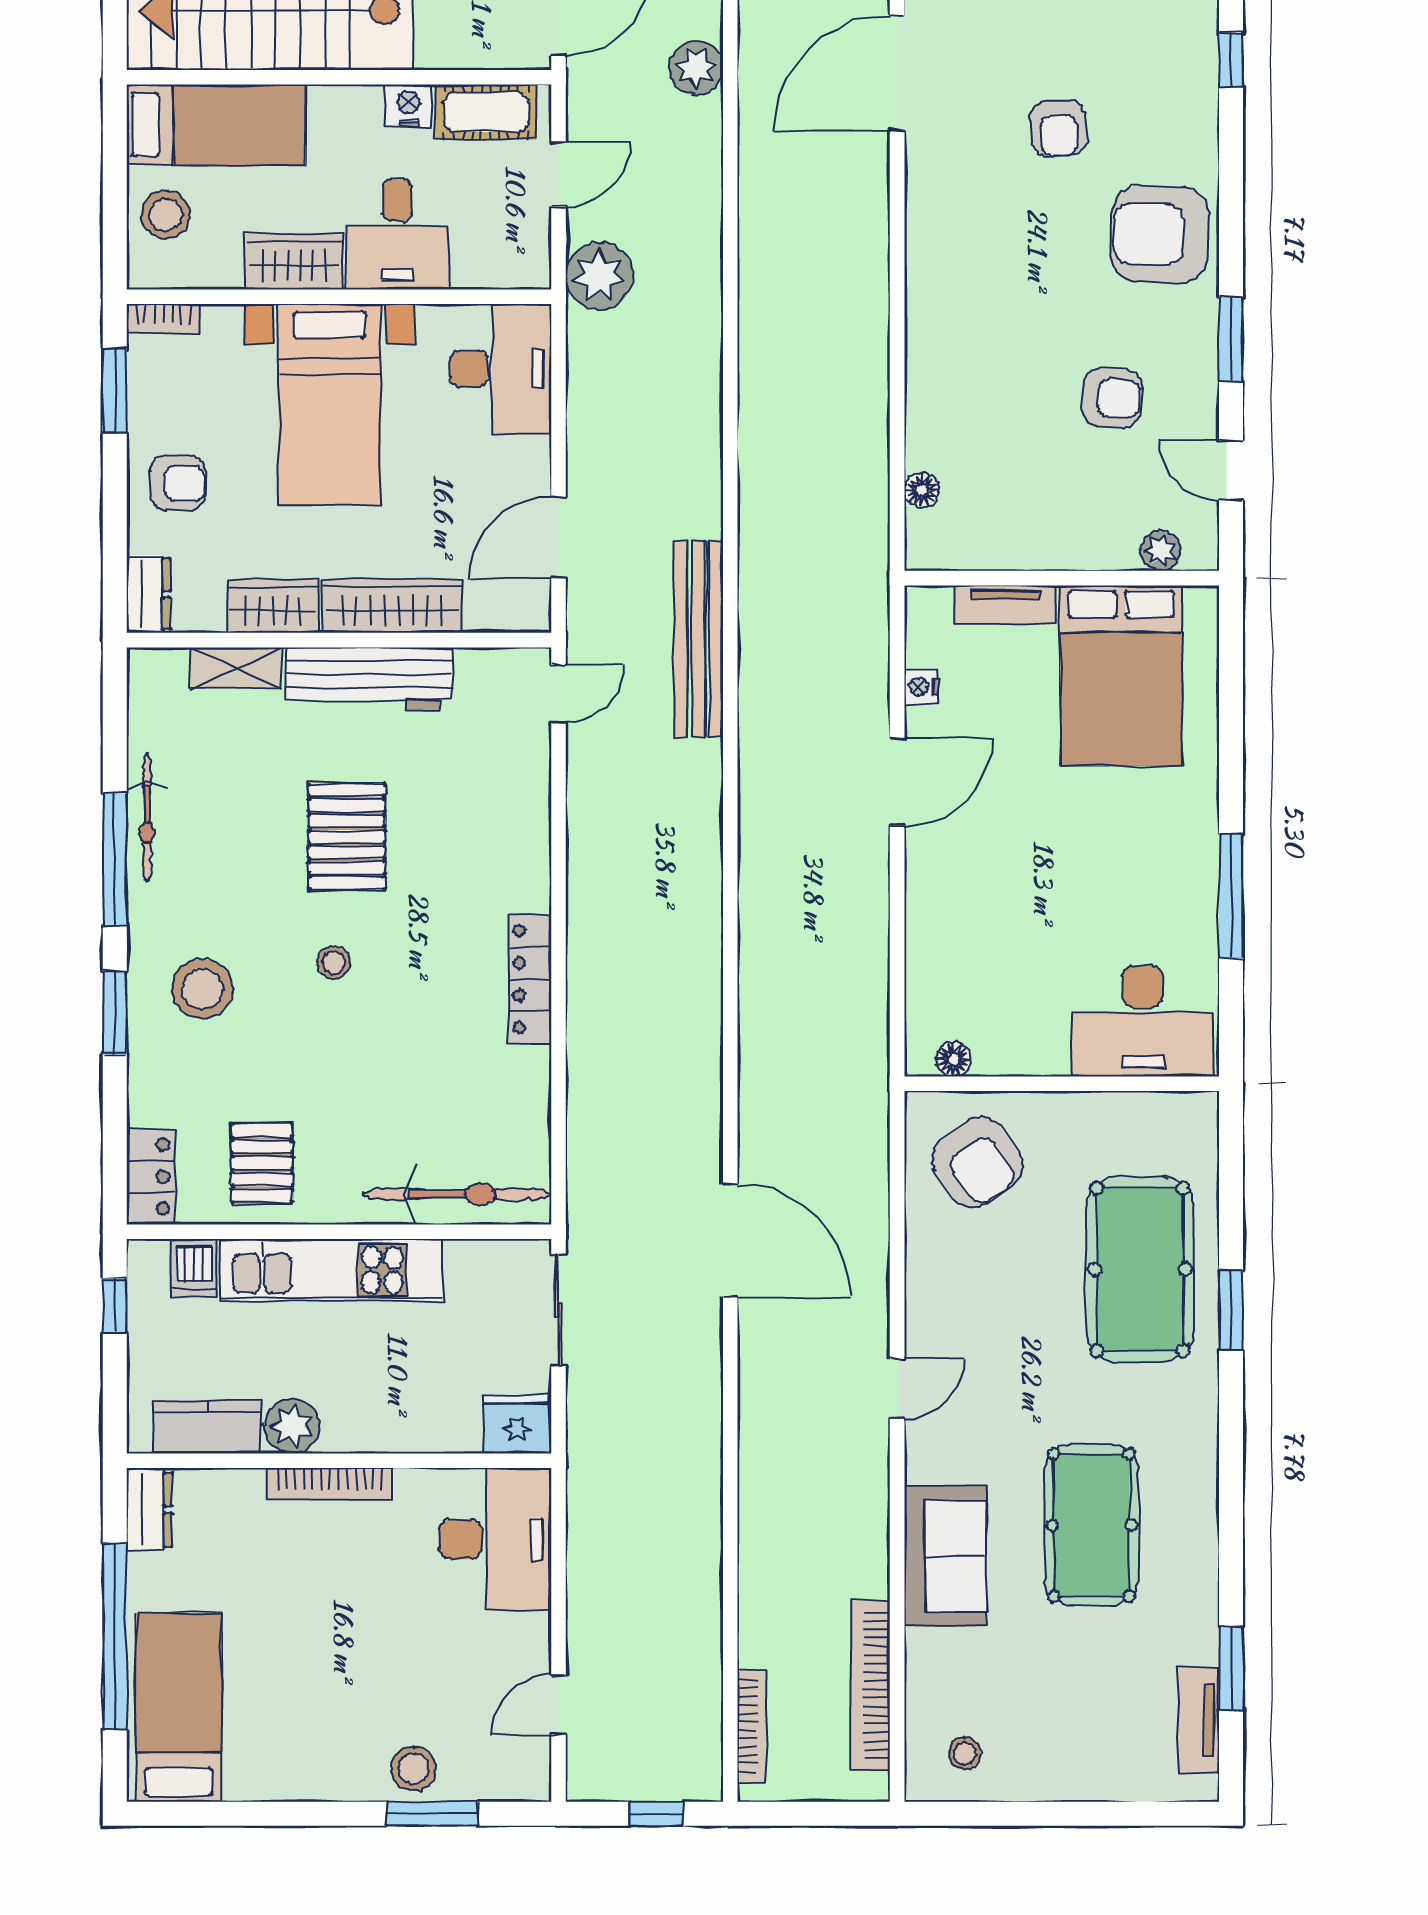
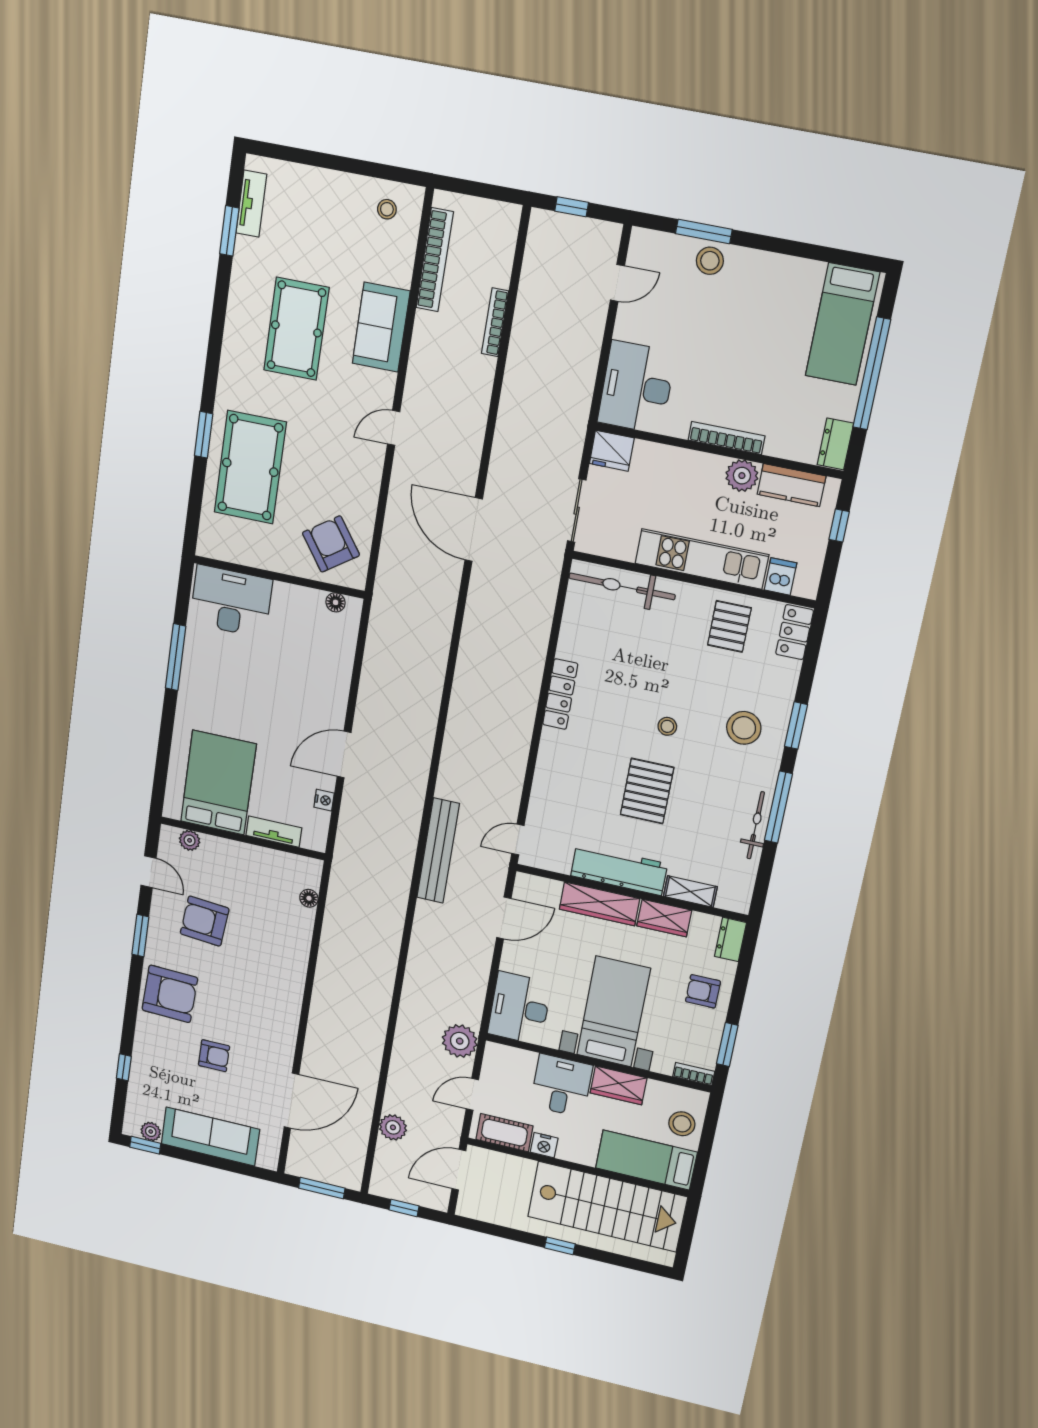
armchair: (1059, 129) -> (214, 1056), turned 95
armchair: (1112, 398) -> (205, 921), width x1.38, depth x1.38
window: (115, 1306) -> (839, 525), moved
bookcase: (752, 1726) -> (495, 322), moved

